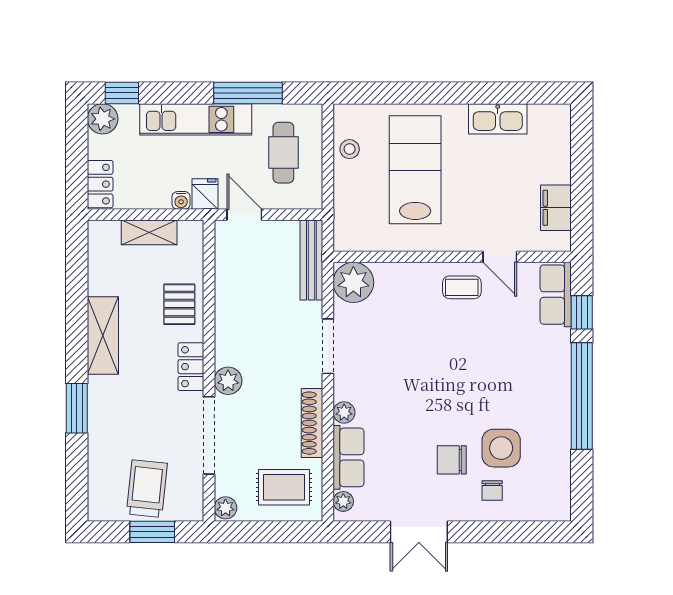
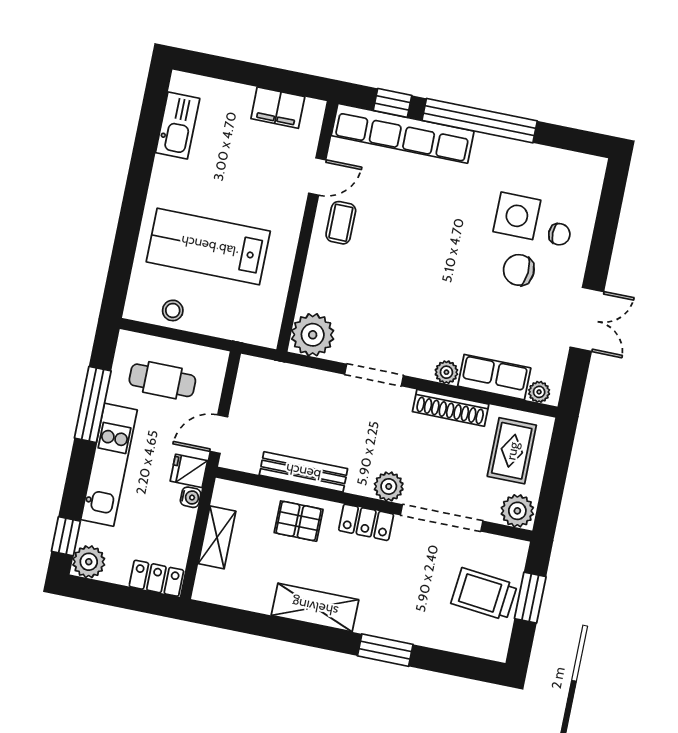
kitchen sink: (498, 119) -> (178, 125), moved
bench: (311, 260) -> (303, 472), moved
row of seats: (556, 295) -> (403, 133), width x2.02
chair: (452, 460) -> (519, 270), turned 94
plant: (225, 508) -> (517, 511), width x1.38, depth x1.38

